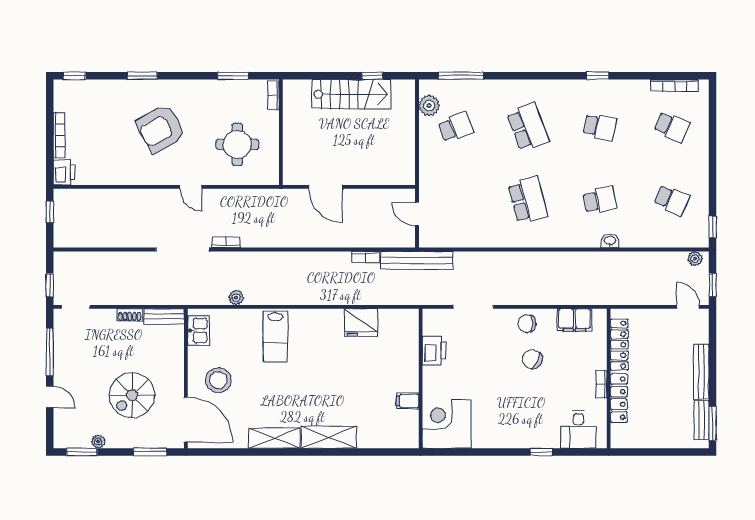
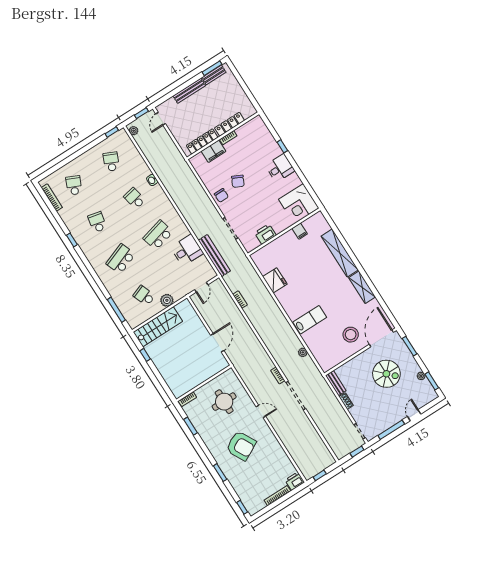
stairs: (351, 94) -> (158, 327), moved, turned 90
plant: (429, 105) -> (167, 300), moved
door: (191, 187) -> (261, 412), hinge flipped
desk: (481, 227) -> (187, 250), added
bench: (417, 260) -> (214, 256), moved
filing cabinet: (574, 320) -> (214, 151), moved, turned 90
kitchen sink: (199, 331) -> (332, 361), removed
desk: (578, 429) -> (280, 168), moved
shelving: (329, 437) -> (340, 253), width x1.47

